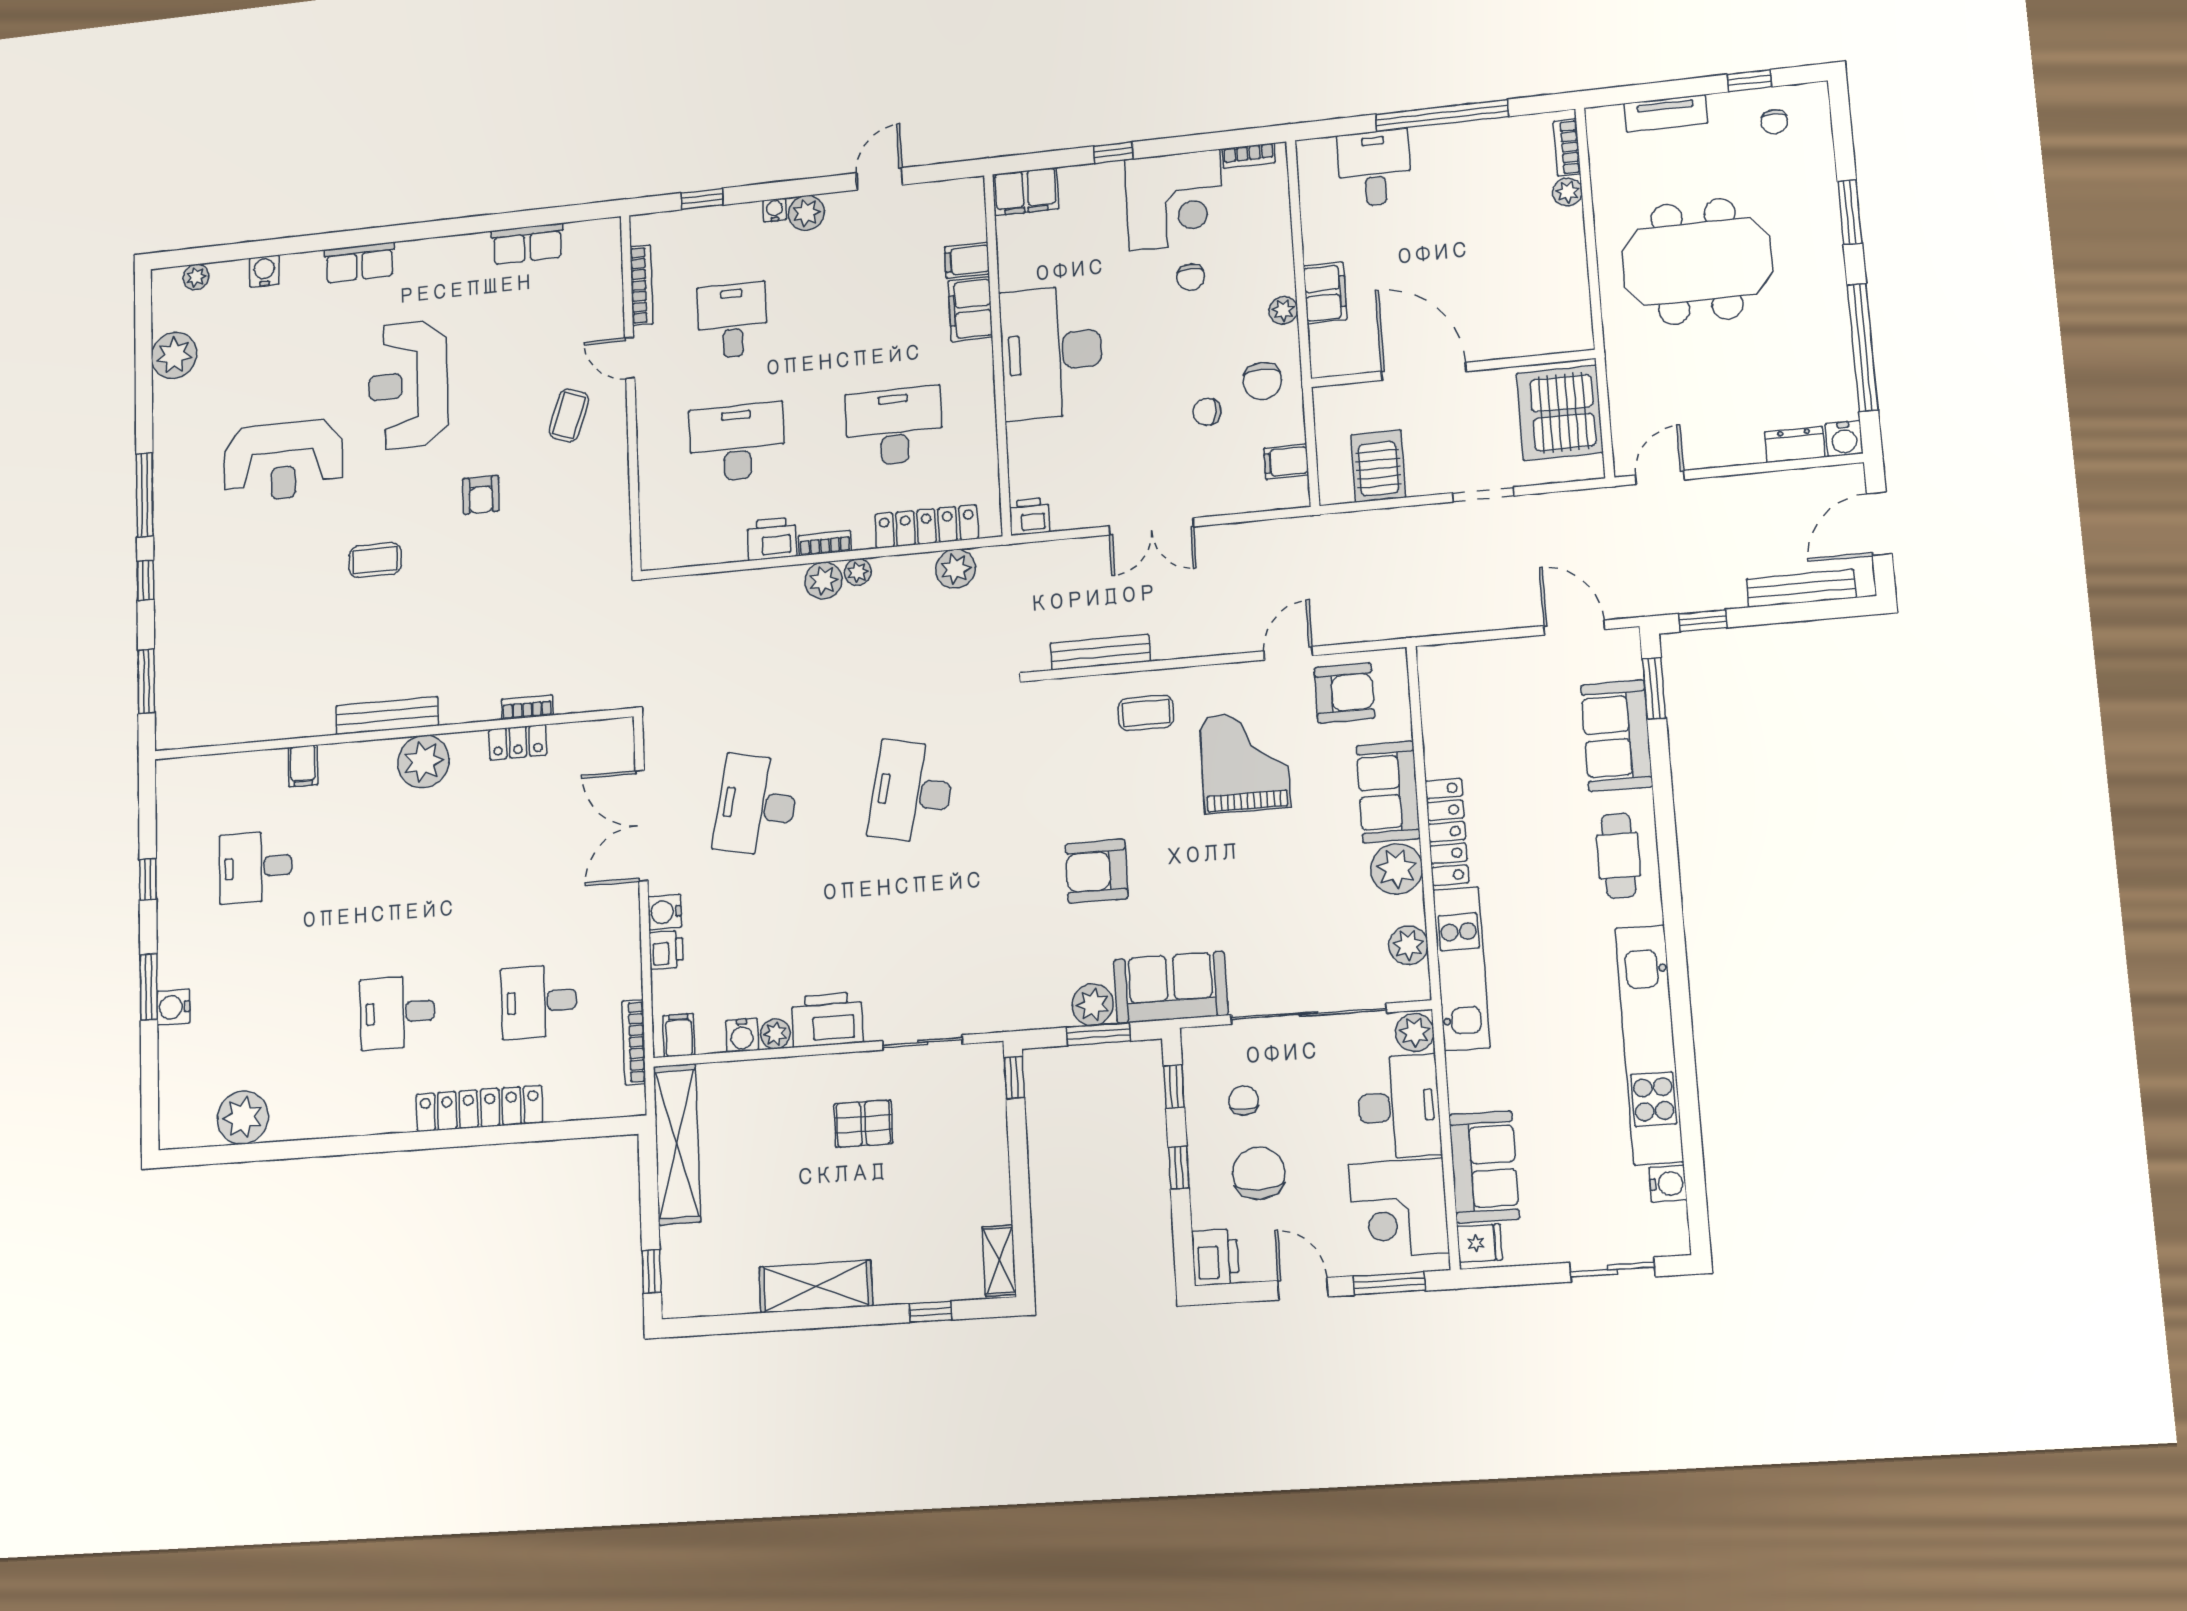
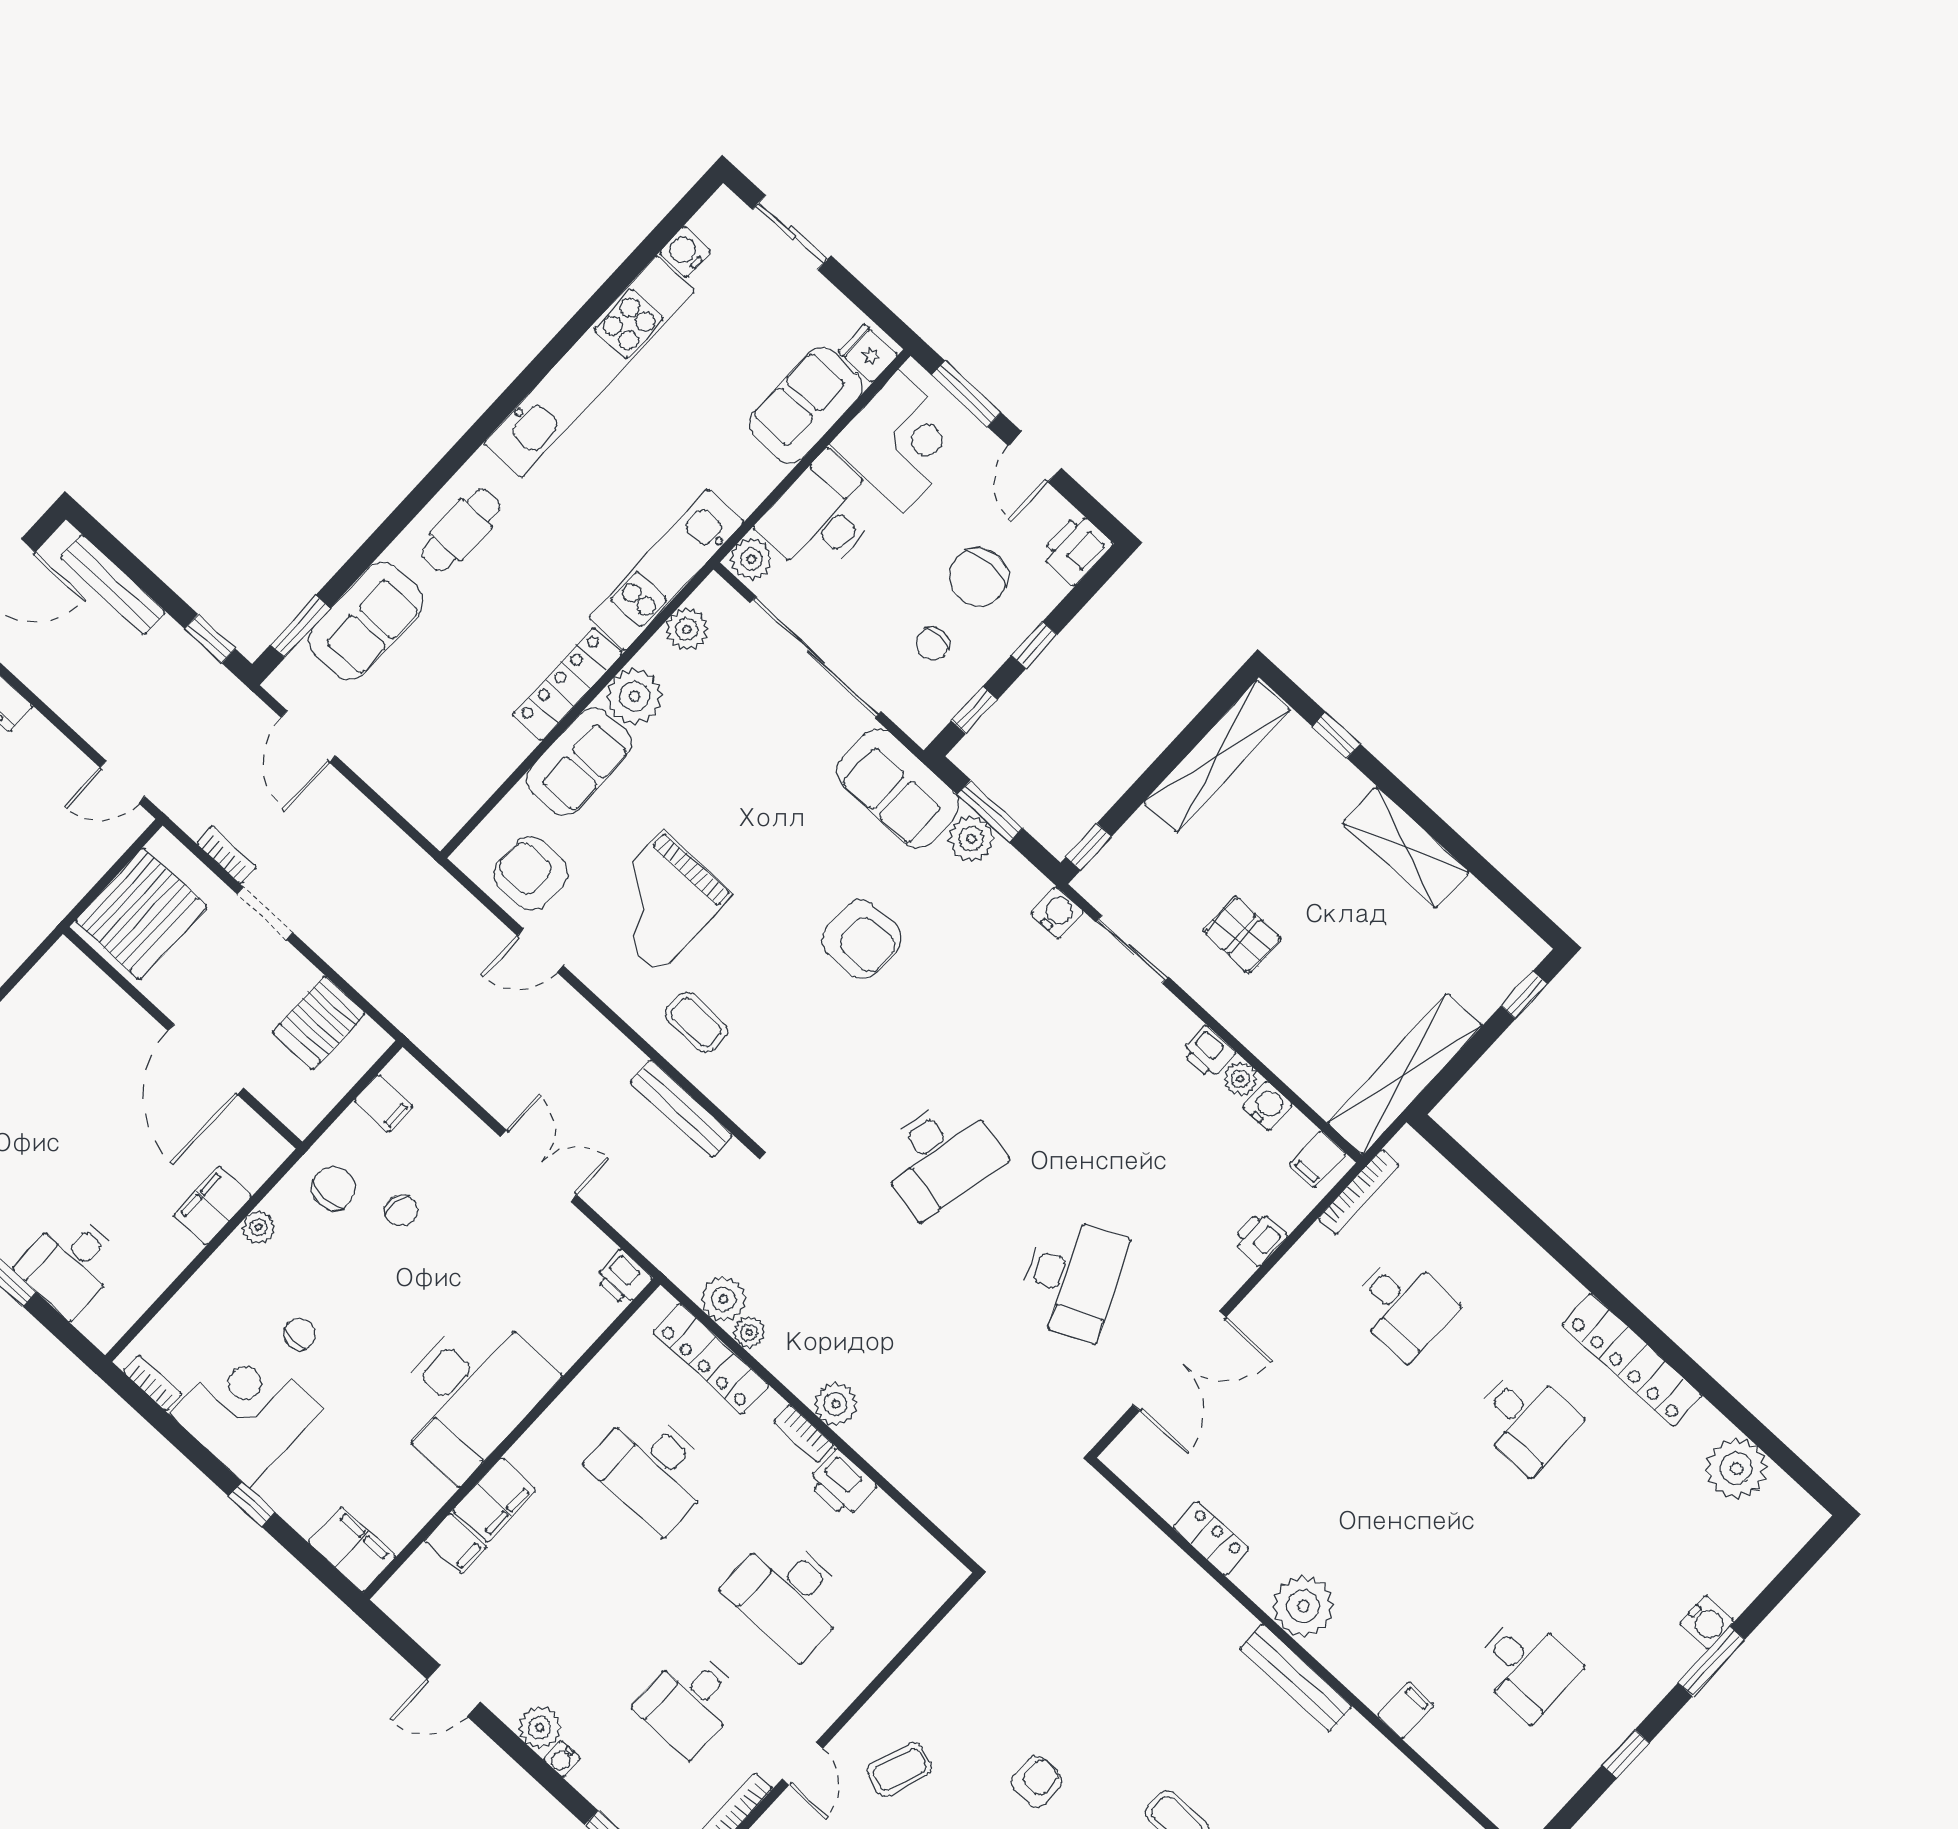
plant: (858, 572) -> (749, 1332), moved
bookcase: (527, 707) -> (227, 855), moved, turned 180
desk: (757, 805) -> (1072, 1278), turned -36
water cooler: (665, 912) -> (1057, 913), moved, turned -90
printer: (827, 1020) -> (1208, 1052), width x0.53, depth x0.68
locker: (479, 1108) -> (1632, 1360), moved
shelving: (999, 1261) -> (1217, 756), width x2.20, depth x1.33

